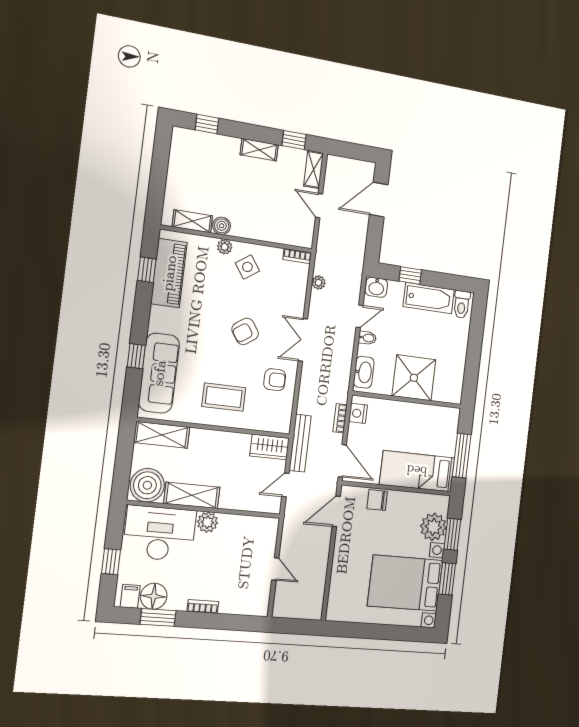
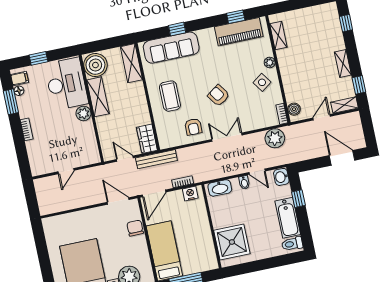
boiler: (222, 226) -> (294, 109), moved
plant: (319, 283) -> (275, 138), width x1.87, depth x1.87
shower: (414, 378) -> (232, 242), moved
floor lamp: (154, 596) -> (19, 91), width x0.53, depth x0.53

